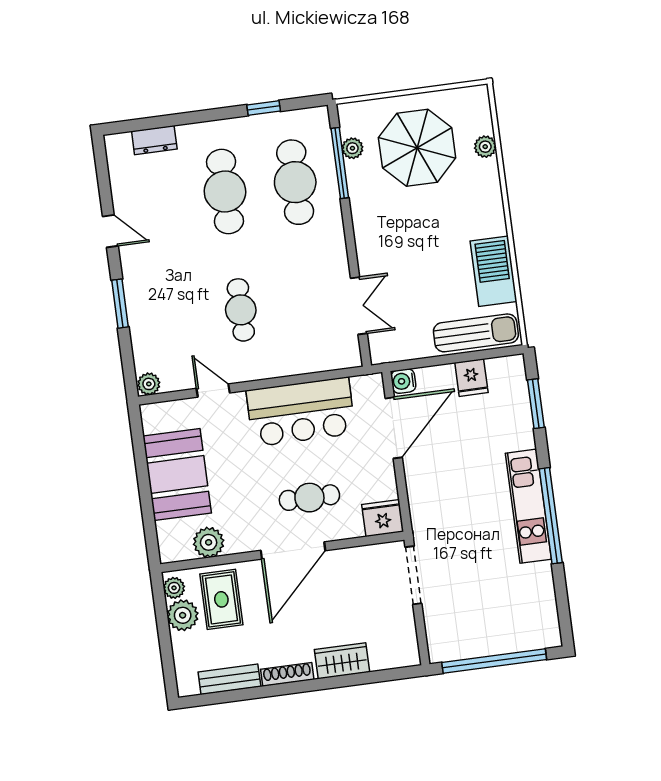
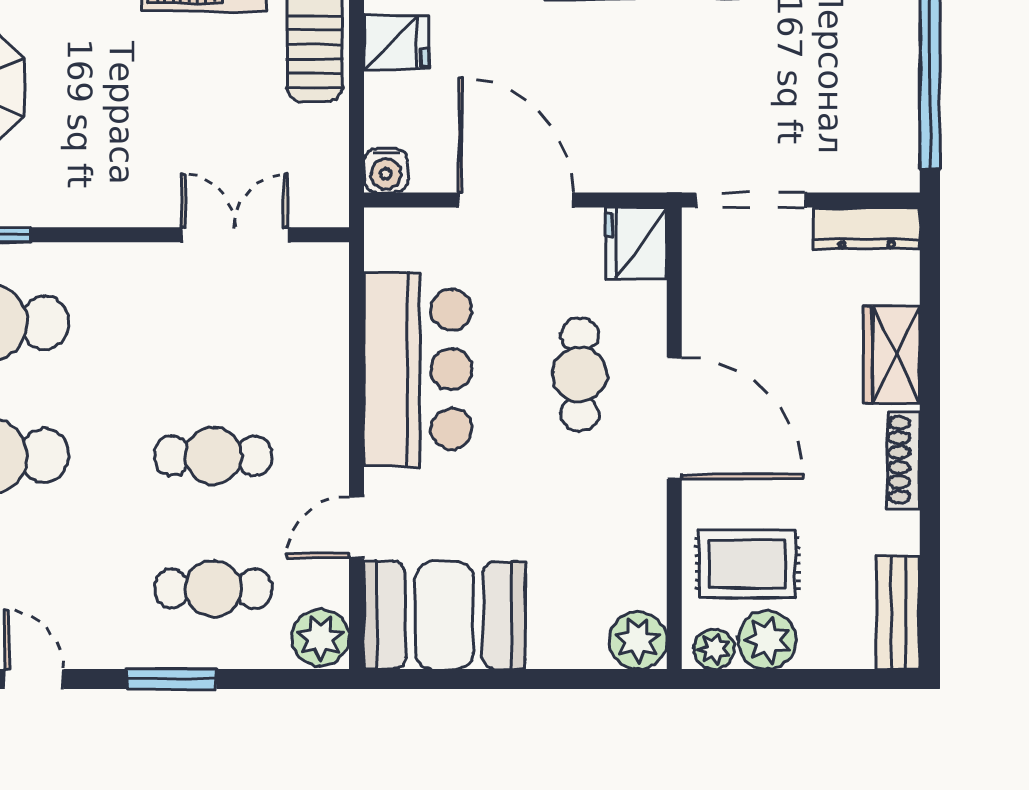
door: (110, 231) -> (34, 679), hinge flipped
cafe table: (171, 319) -> (213, 589), added
plant: (149, 384) -> (320, 638), width x1.38, depth x1.38
door: (394, 428) -> (516, 200), moved
booth: (177, 475) -> (444, 615), moved
plant: (209, 542) -> (638, 640), moved
dresser: (407, 639) -> (866, 228), added
bench: (229, 679) -> (898, 613), moved

